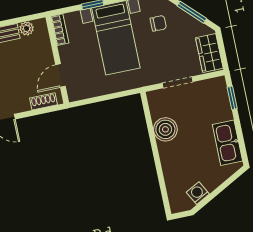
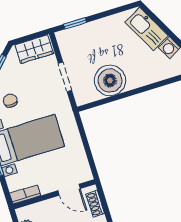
boiler: (165, 129) -> (110, 80), width x1.37, depth x1.37
kitchen sink: (227, 143) -> (147, 29), moved, turned 62

